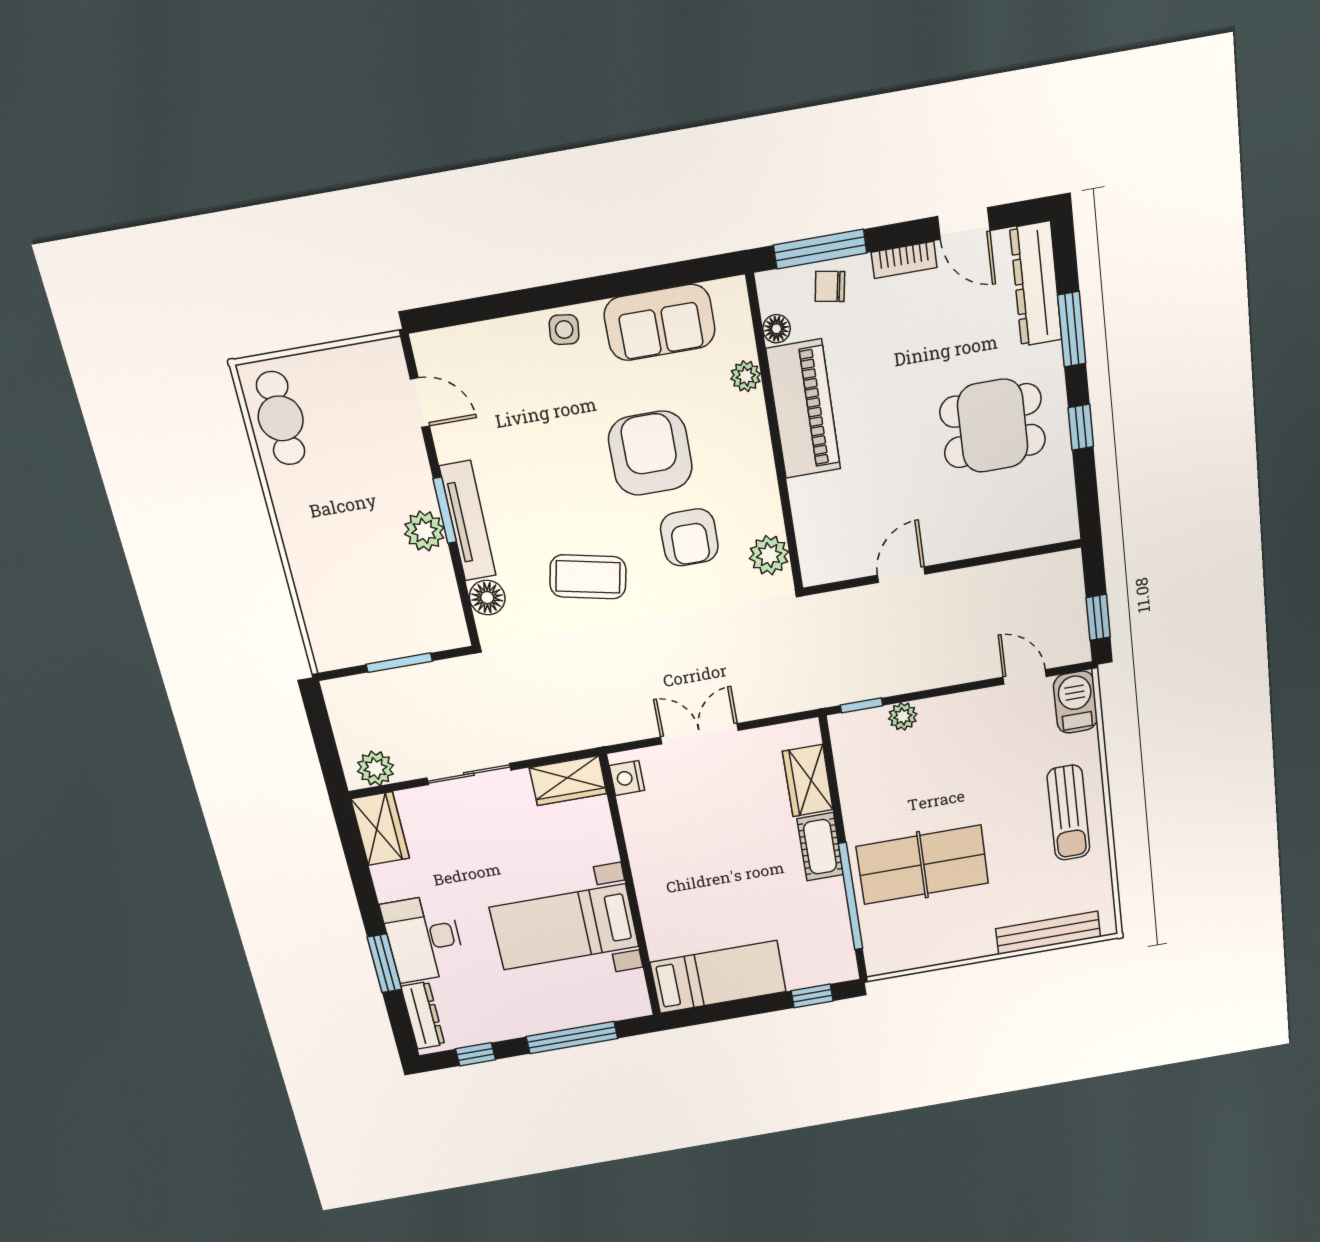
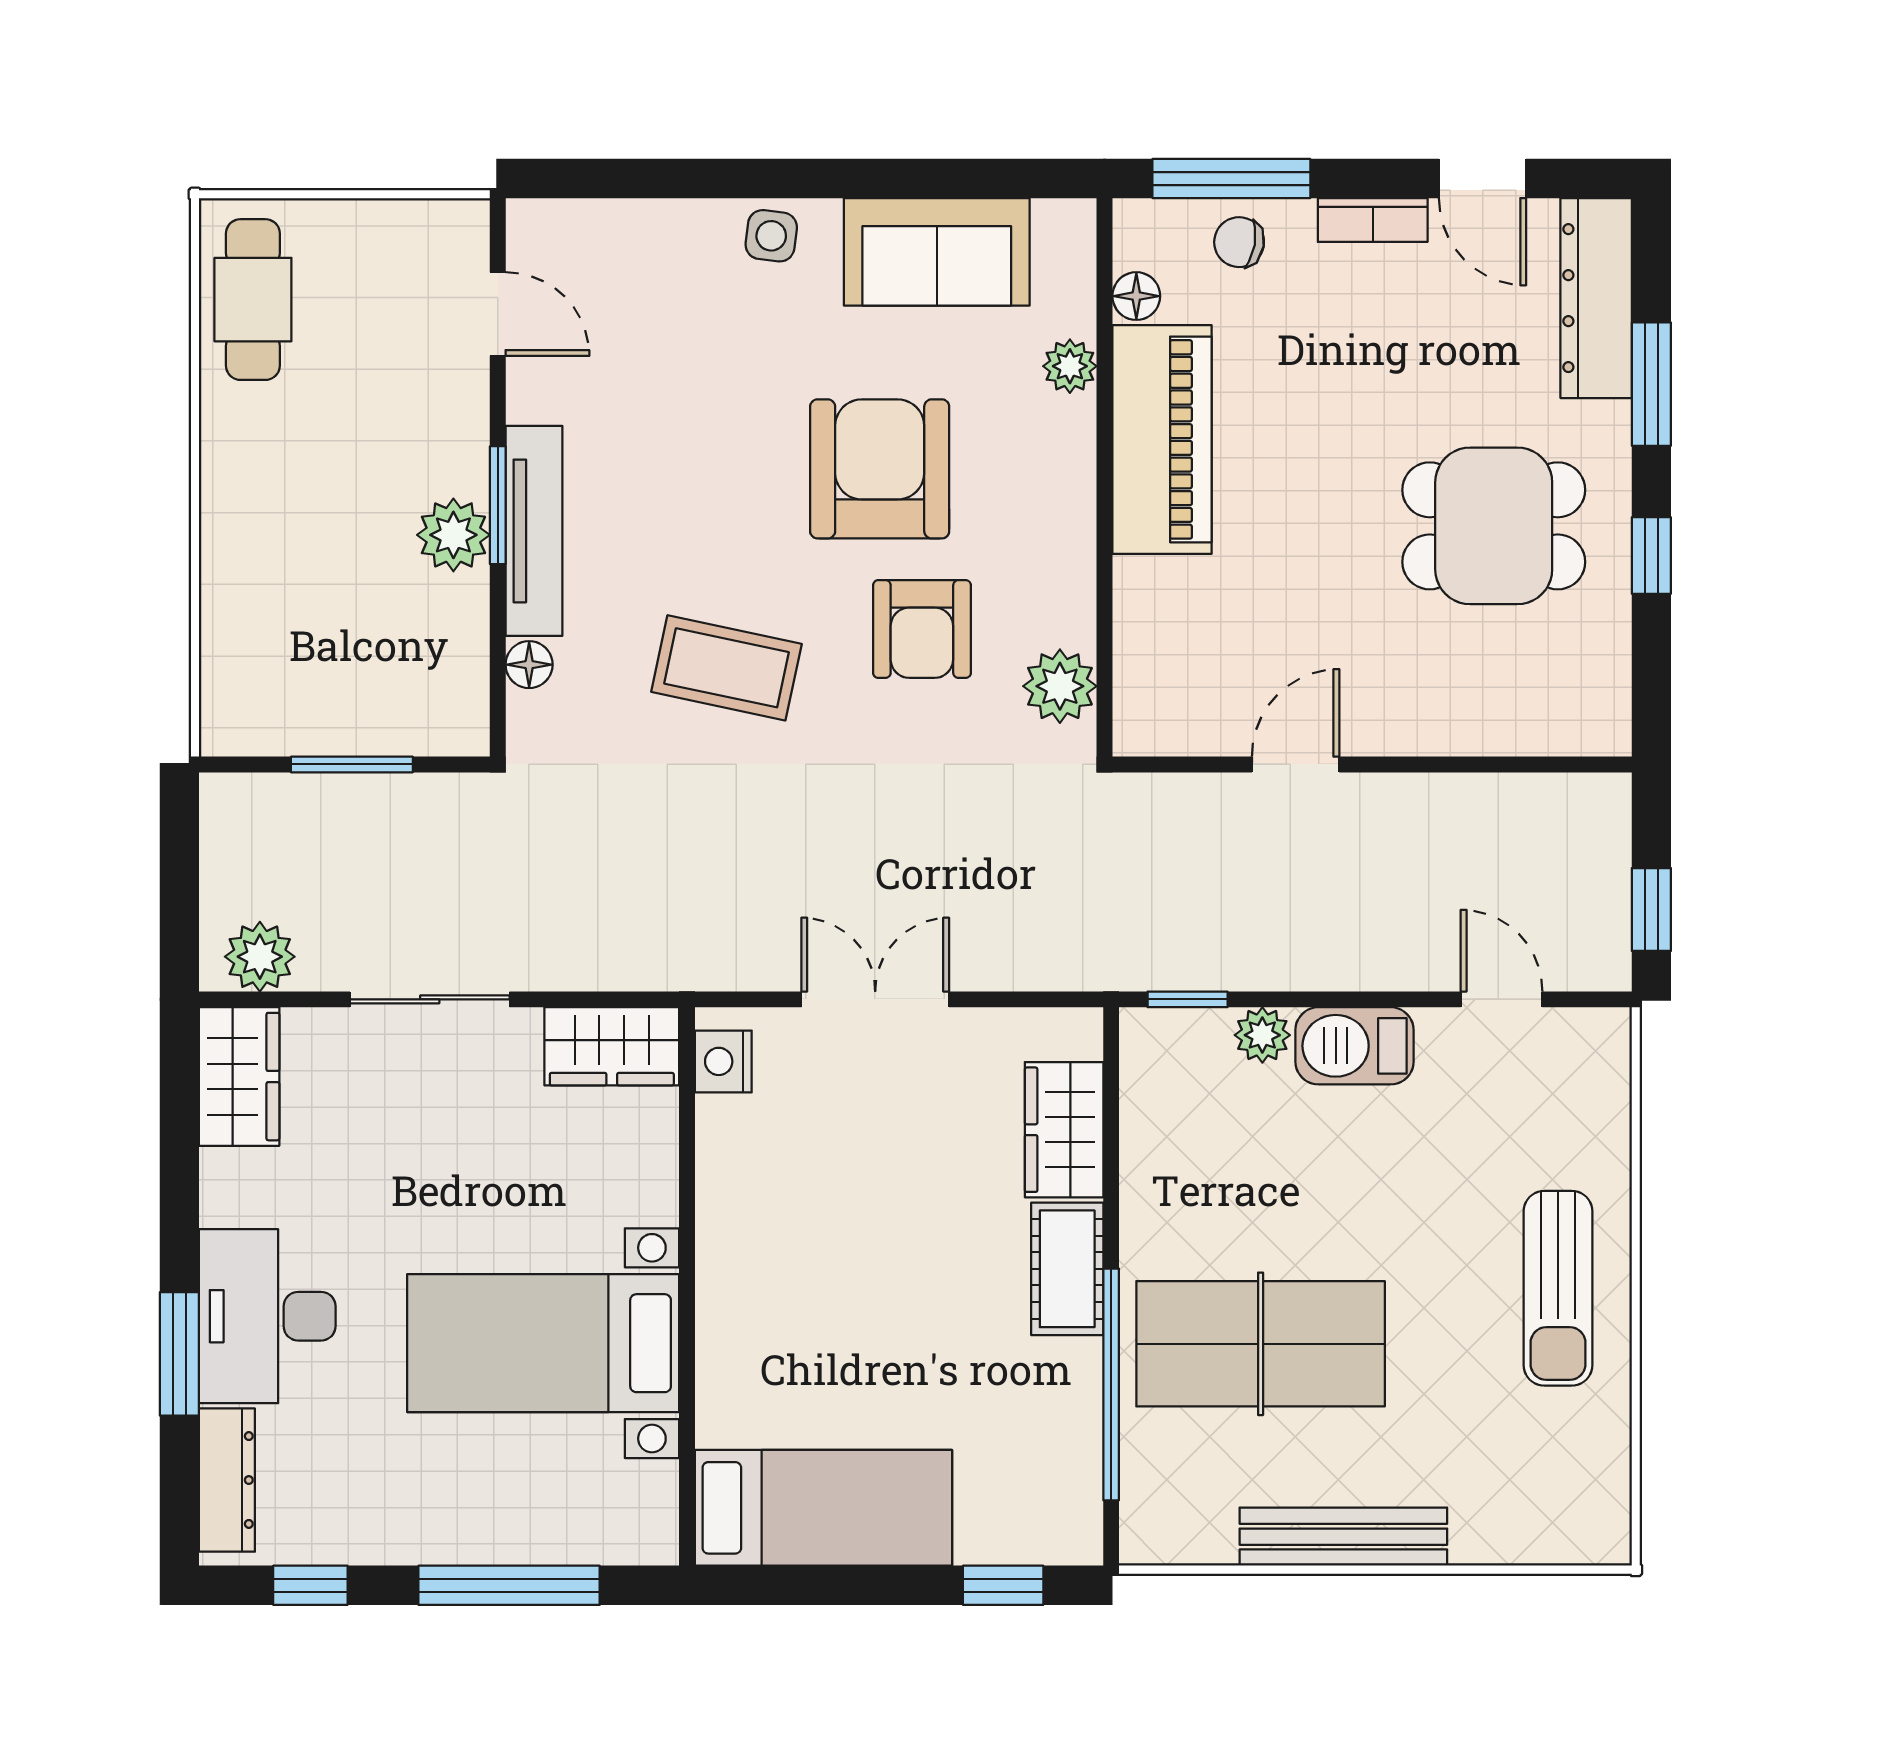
floor lamp: (487, 598) -> (529, 665), width x0.73, depth x0.73
barbecue: (1076, 702) -> (1355, 1046), moved, turned -90
bench: (1048, 933) -> (1343, 1537), moved

